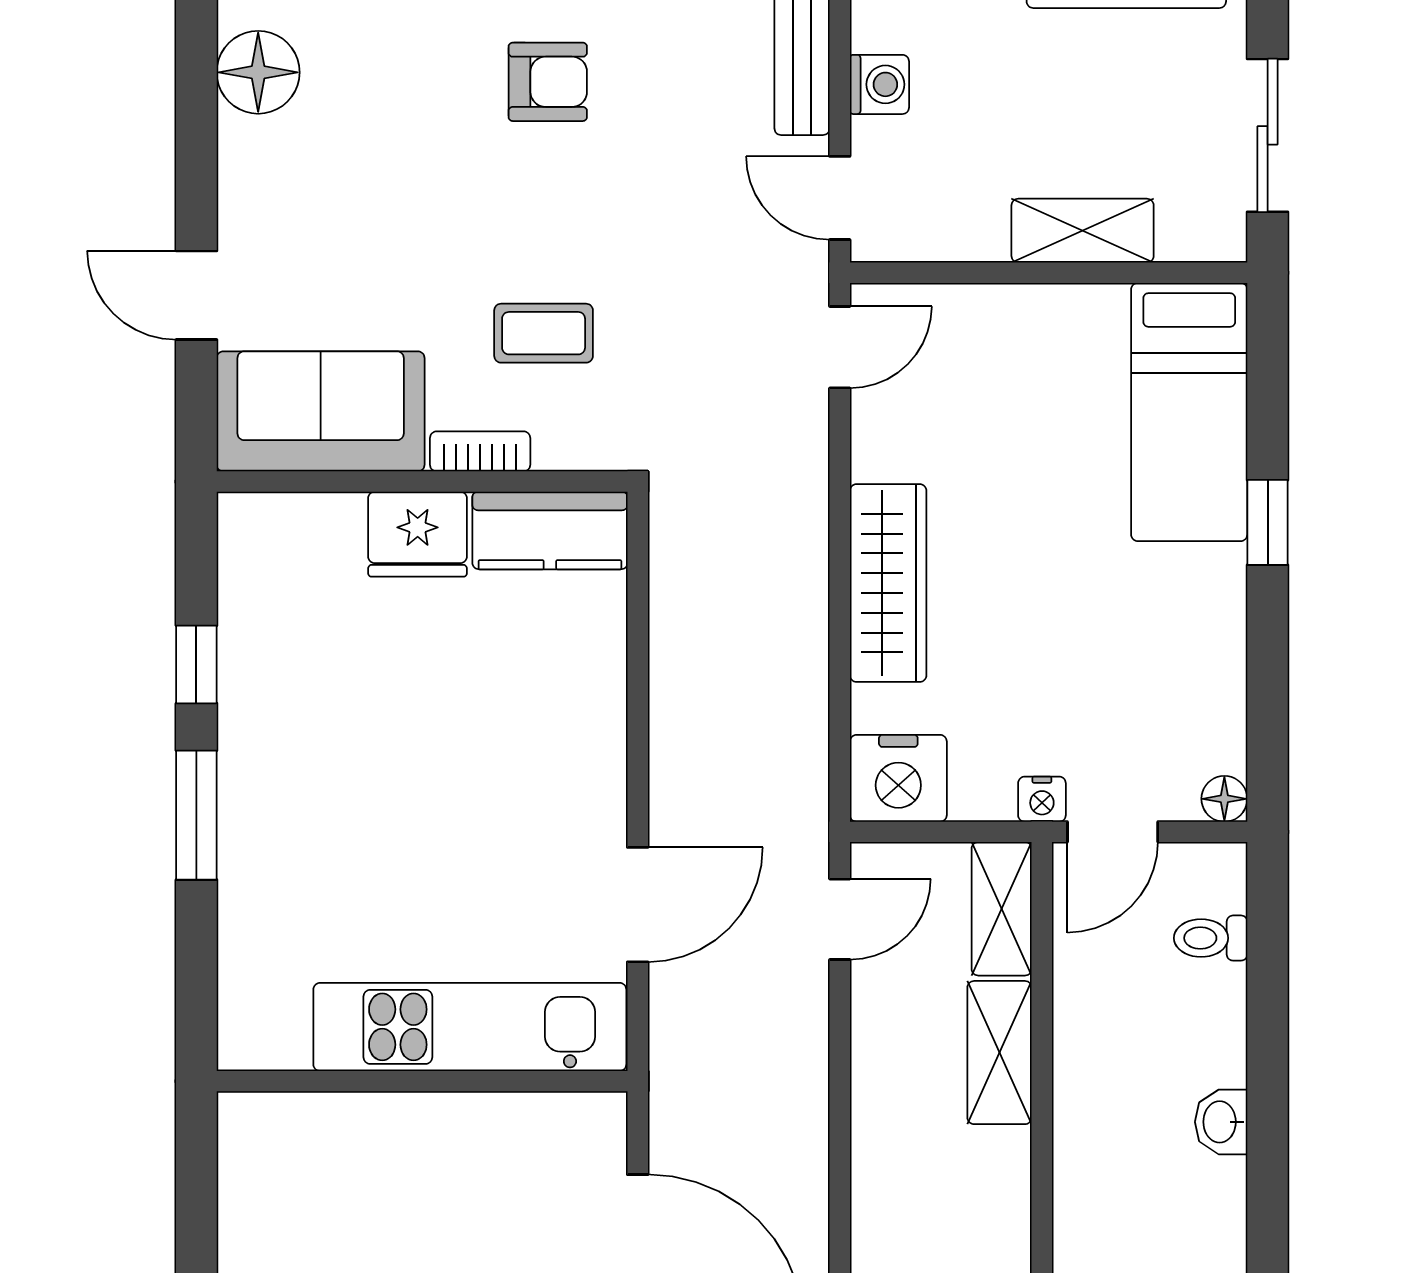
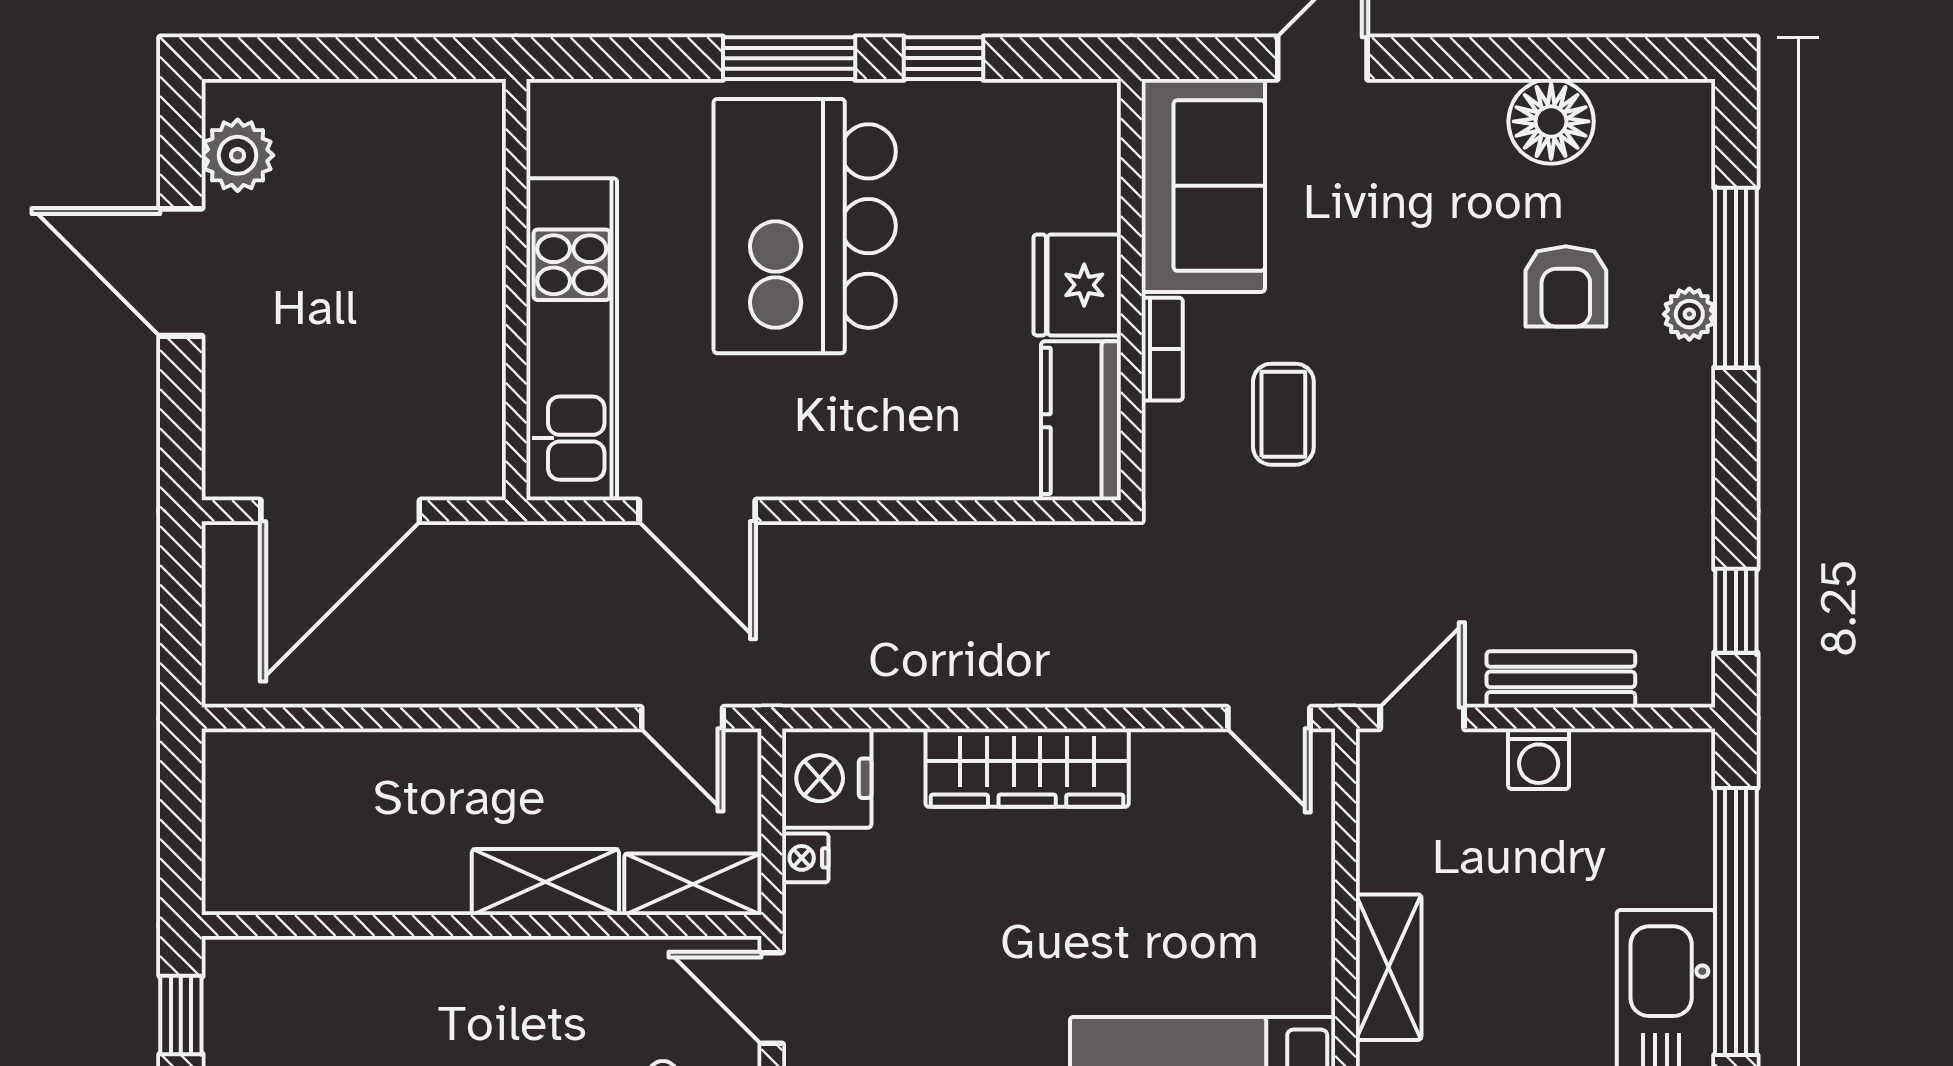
armchair: (548, 82) -> (1566, 286), moved
nightstand: (1042, 799) -> (805, 858), moved
kitchen island: (360, 800) -> (805, 226), added

